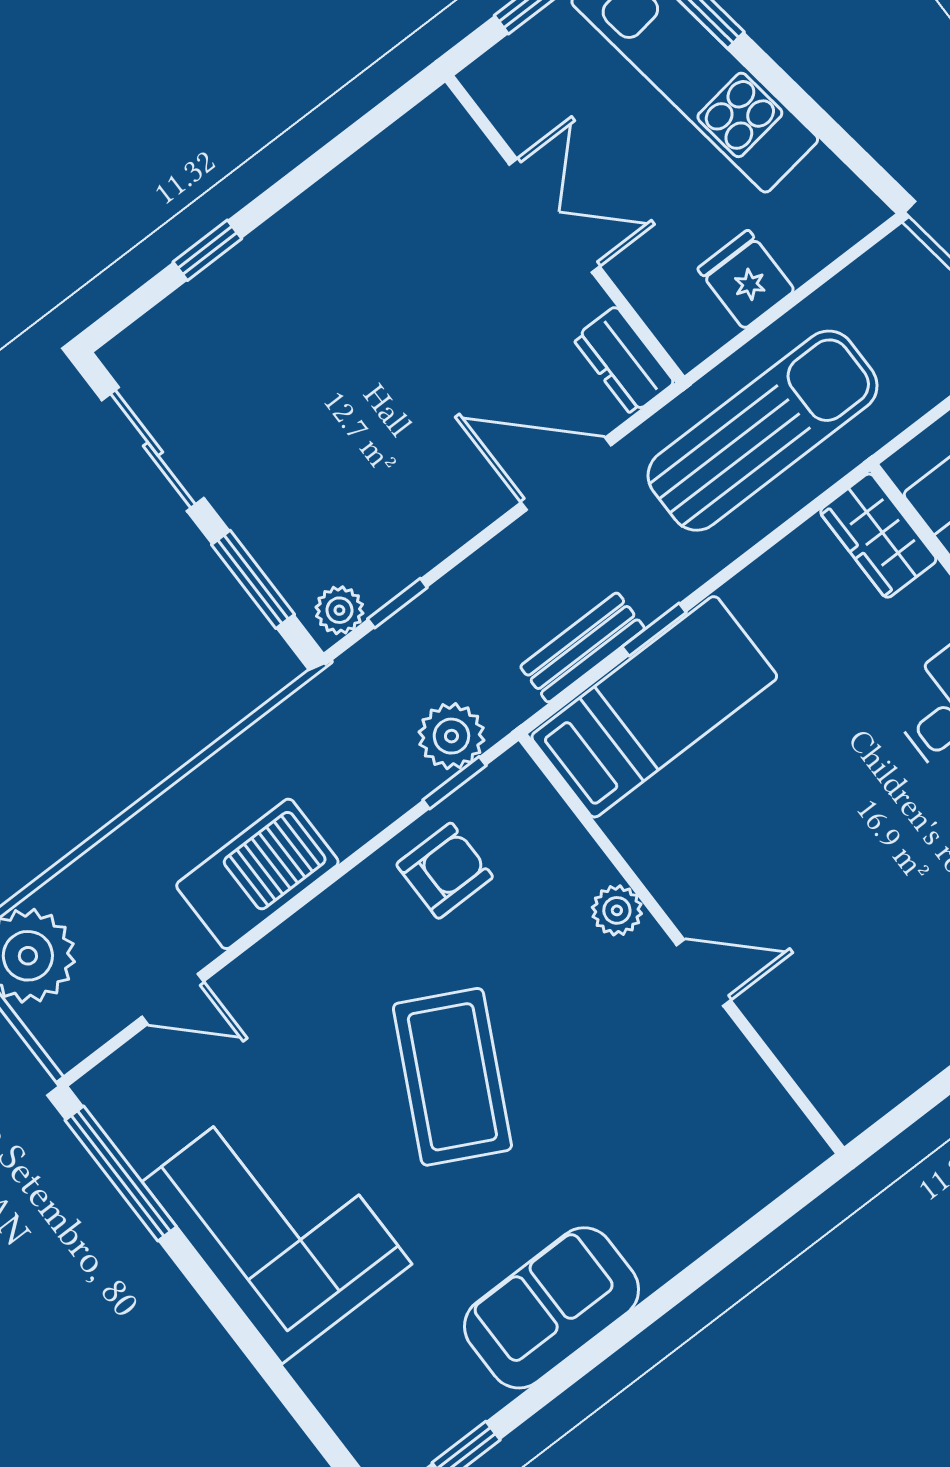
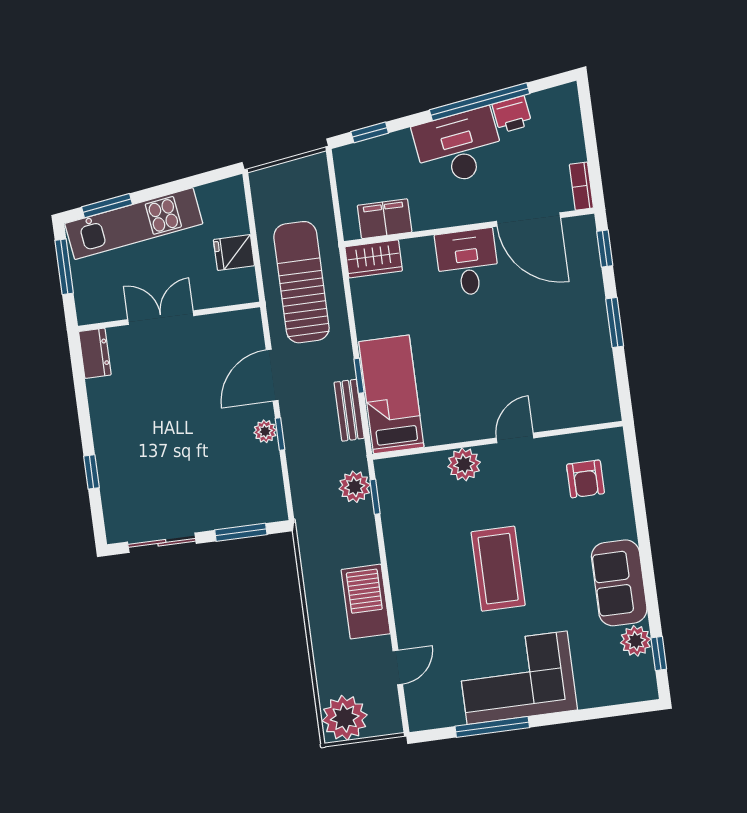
dresser: (624, 361) -> (95, 353), moved, turned -90
window: (397, 603) -> (280, 434), moved
plant: (339, 610) -> (265, 431), moved
armchair: (445, 871) -> (585, 479), moved, turned 180
plant: (617, 910) -> (464, 464), width x1.38, depth x1.38
coffee table: (452, 1077) -> (498, 569), turned 63
window: (121, 1173) -> (492, 727), moved
plant: (465, 1397) -> (636, 641), added

